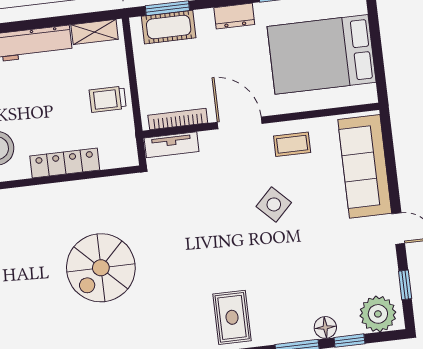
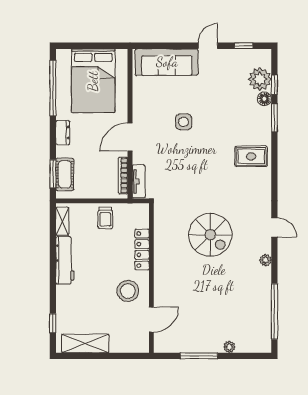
coffee table: (292, 144) -> (147, 106), removed
side table: (274, 204) -> (184, 122), turned 45
plant: (378, 314) -> (260, 79), moved

